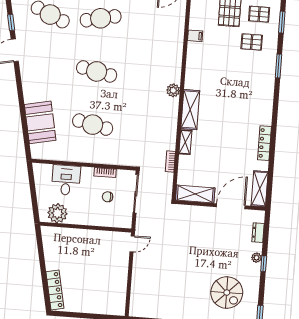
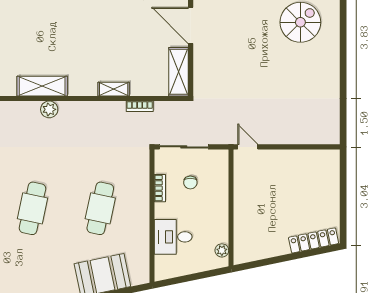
shelving: (190, 110) -> (42, 86), moved
plant: (57, 213) -> (222, 250), width x0.53, depth x0.53

